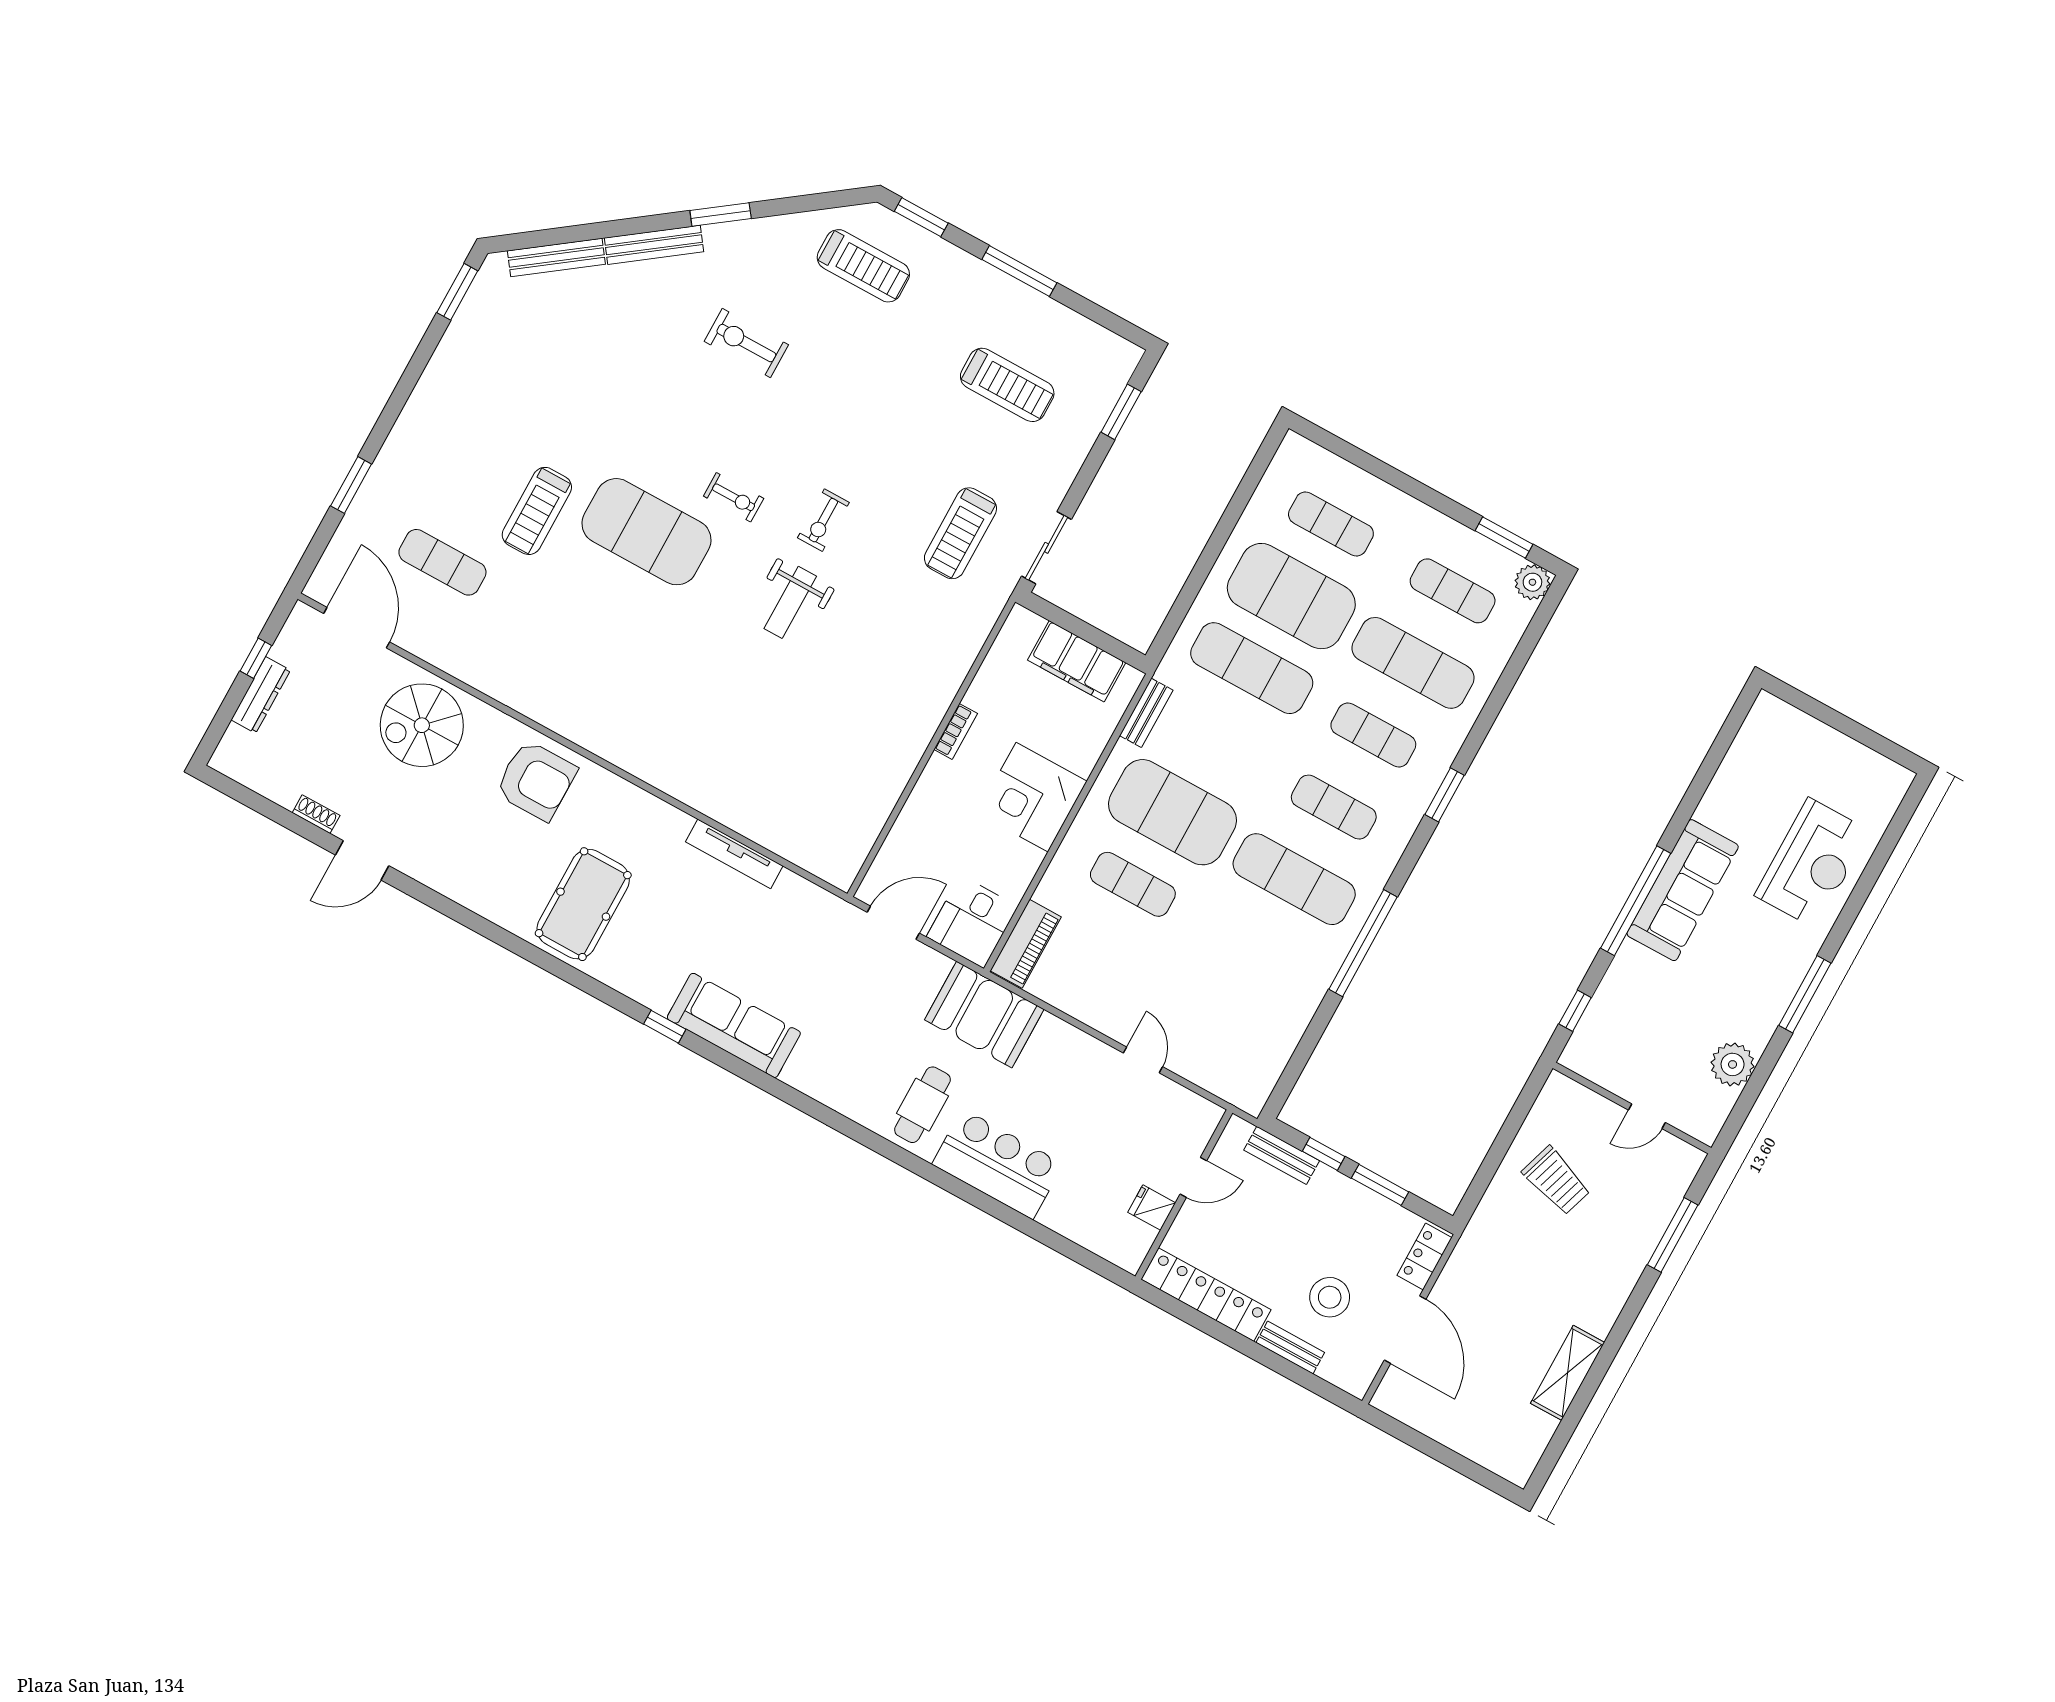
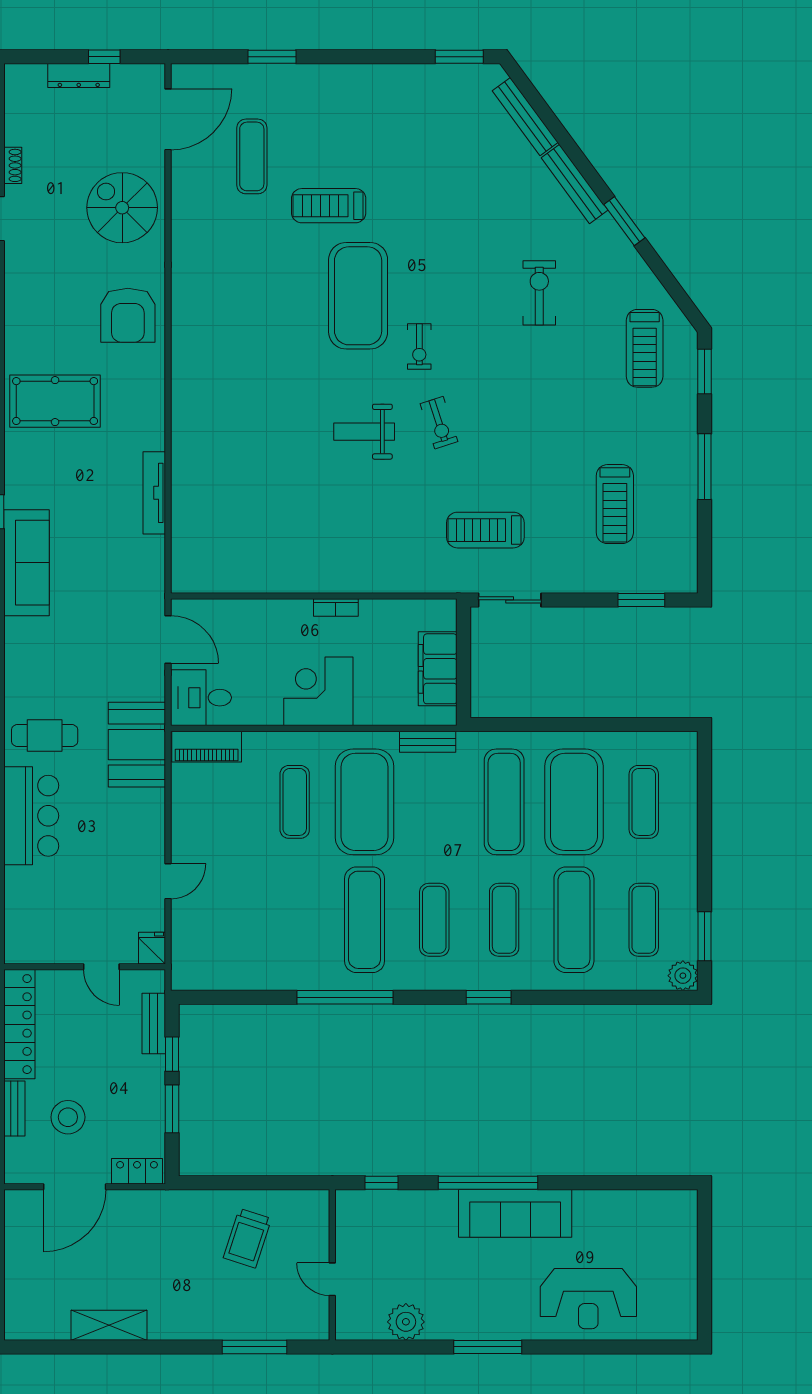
exercise bike: (823, 520) -> (439, 423), turned -108
fridge: (1152, 1208) -> (152, 948), moved

